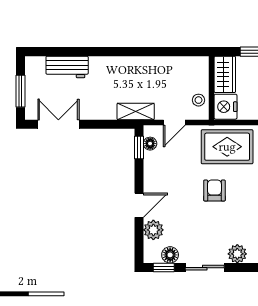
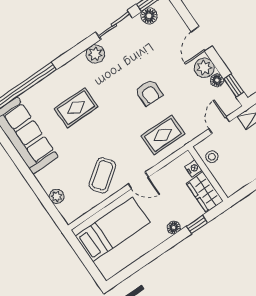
nightstand: (226, 107) -> (194, 168), width x0.53, depth x0.56
floor lamp: (150, 144) -> (217, 80), moved
rug: (227, 147) -> (163, 135), width x0.73, depth x0.70
plant: (153, 230) -> (204, 68), moved

